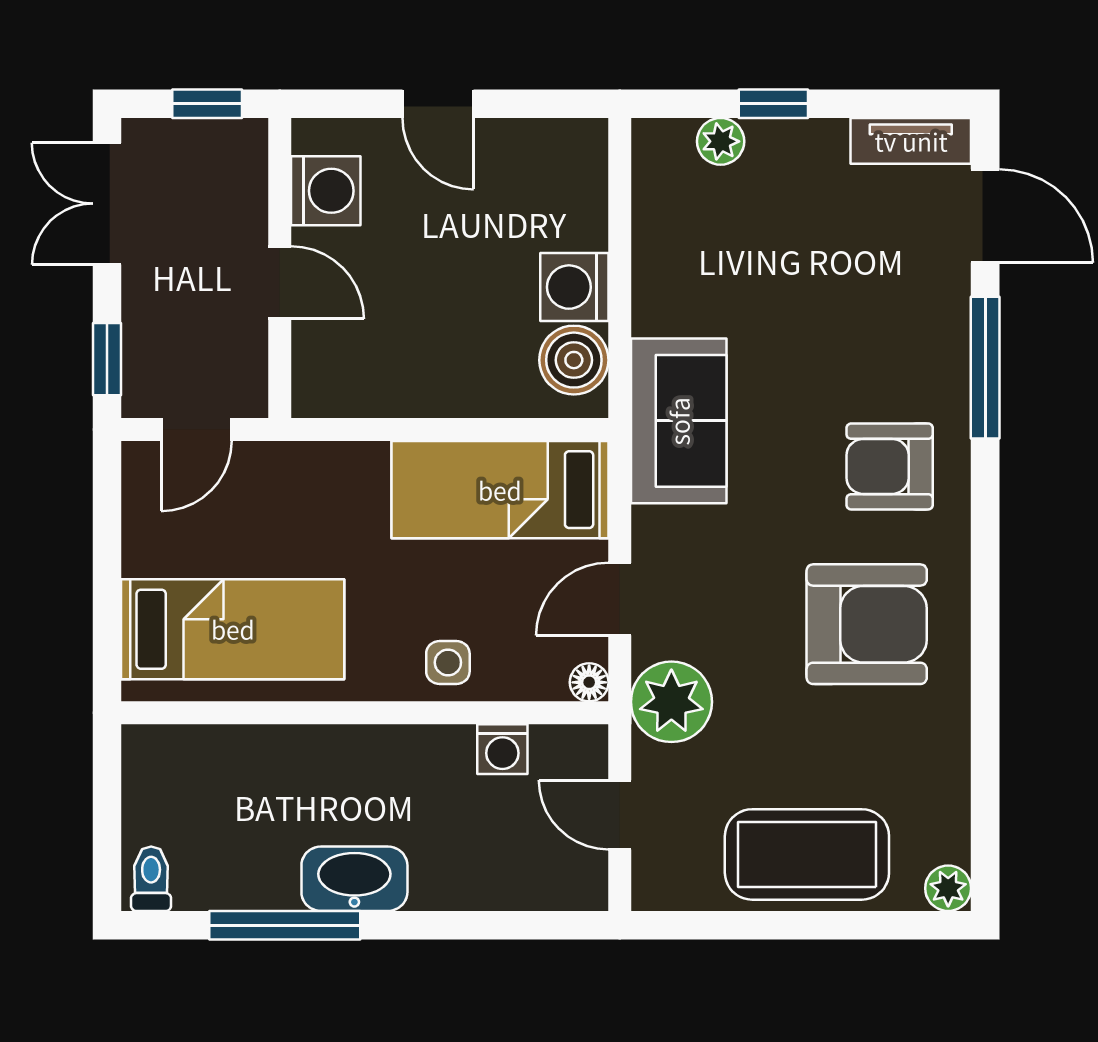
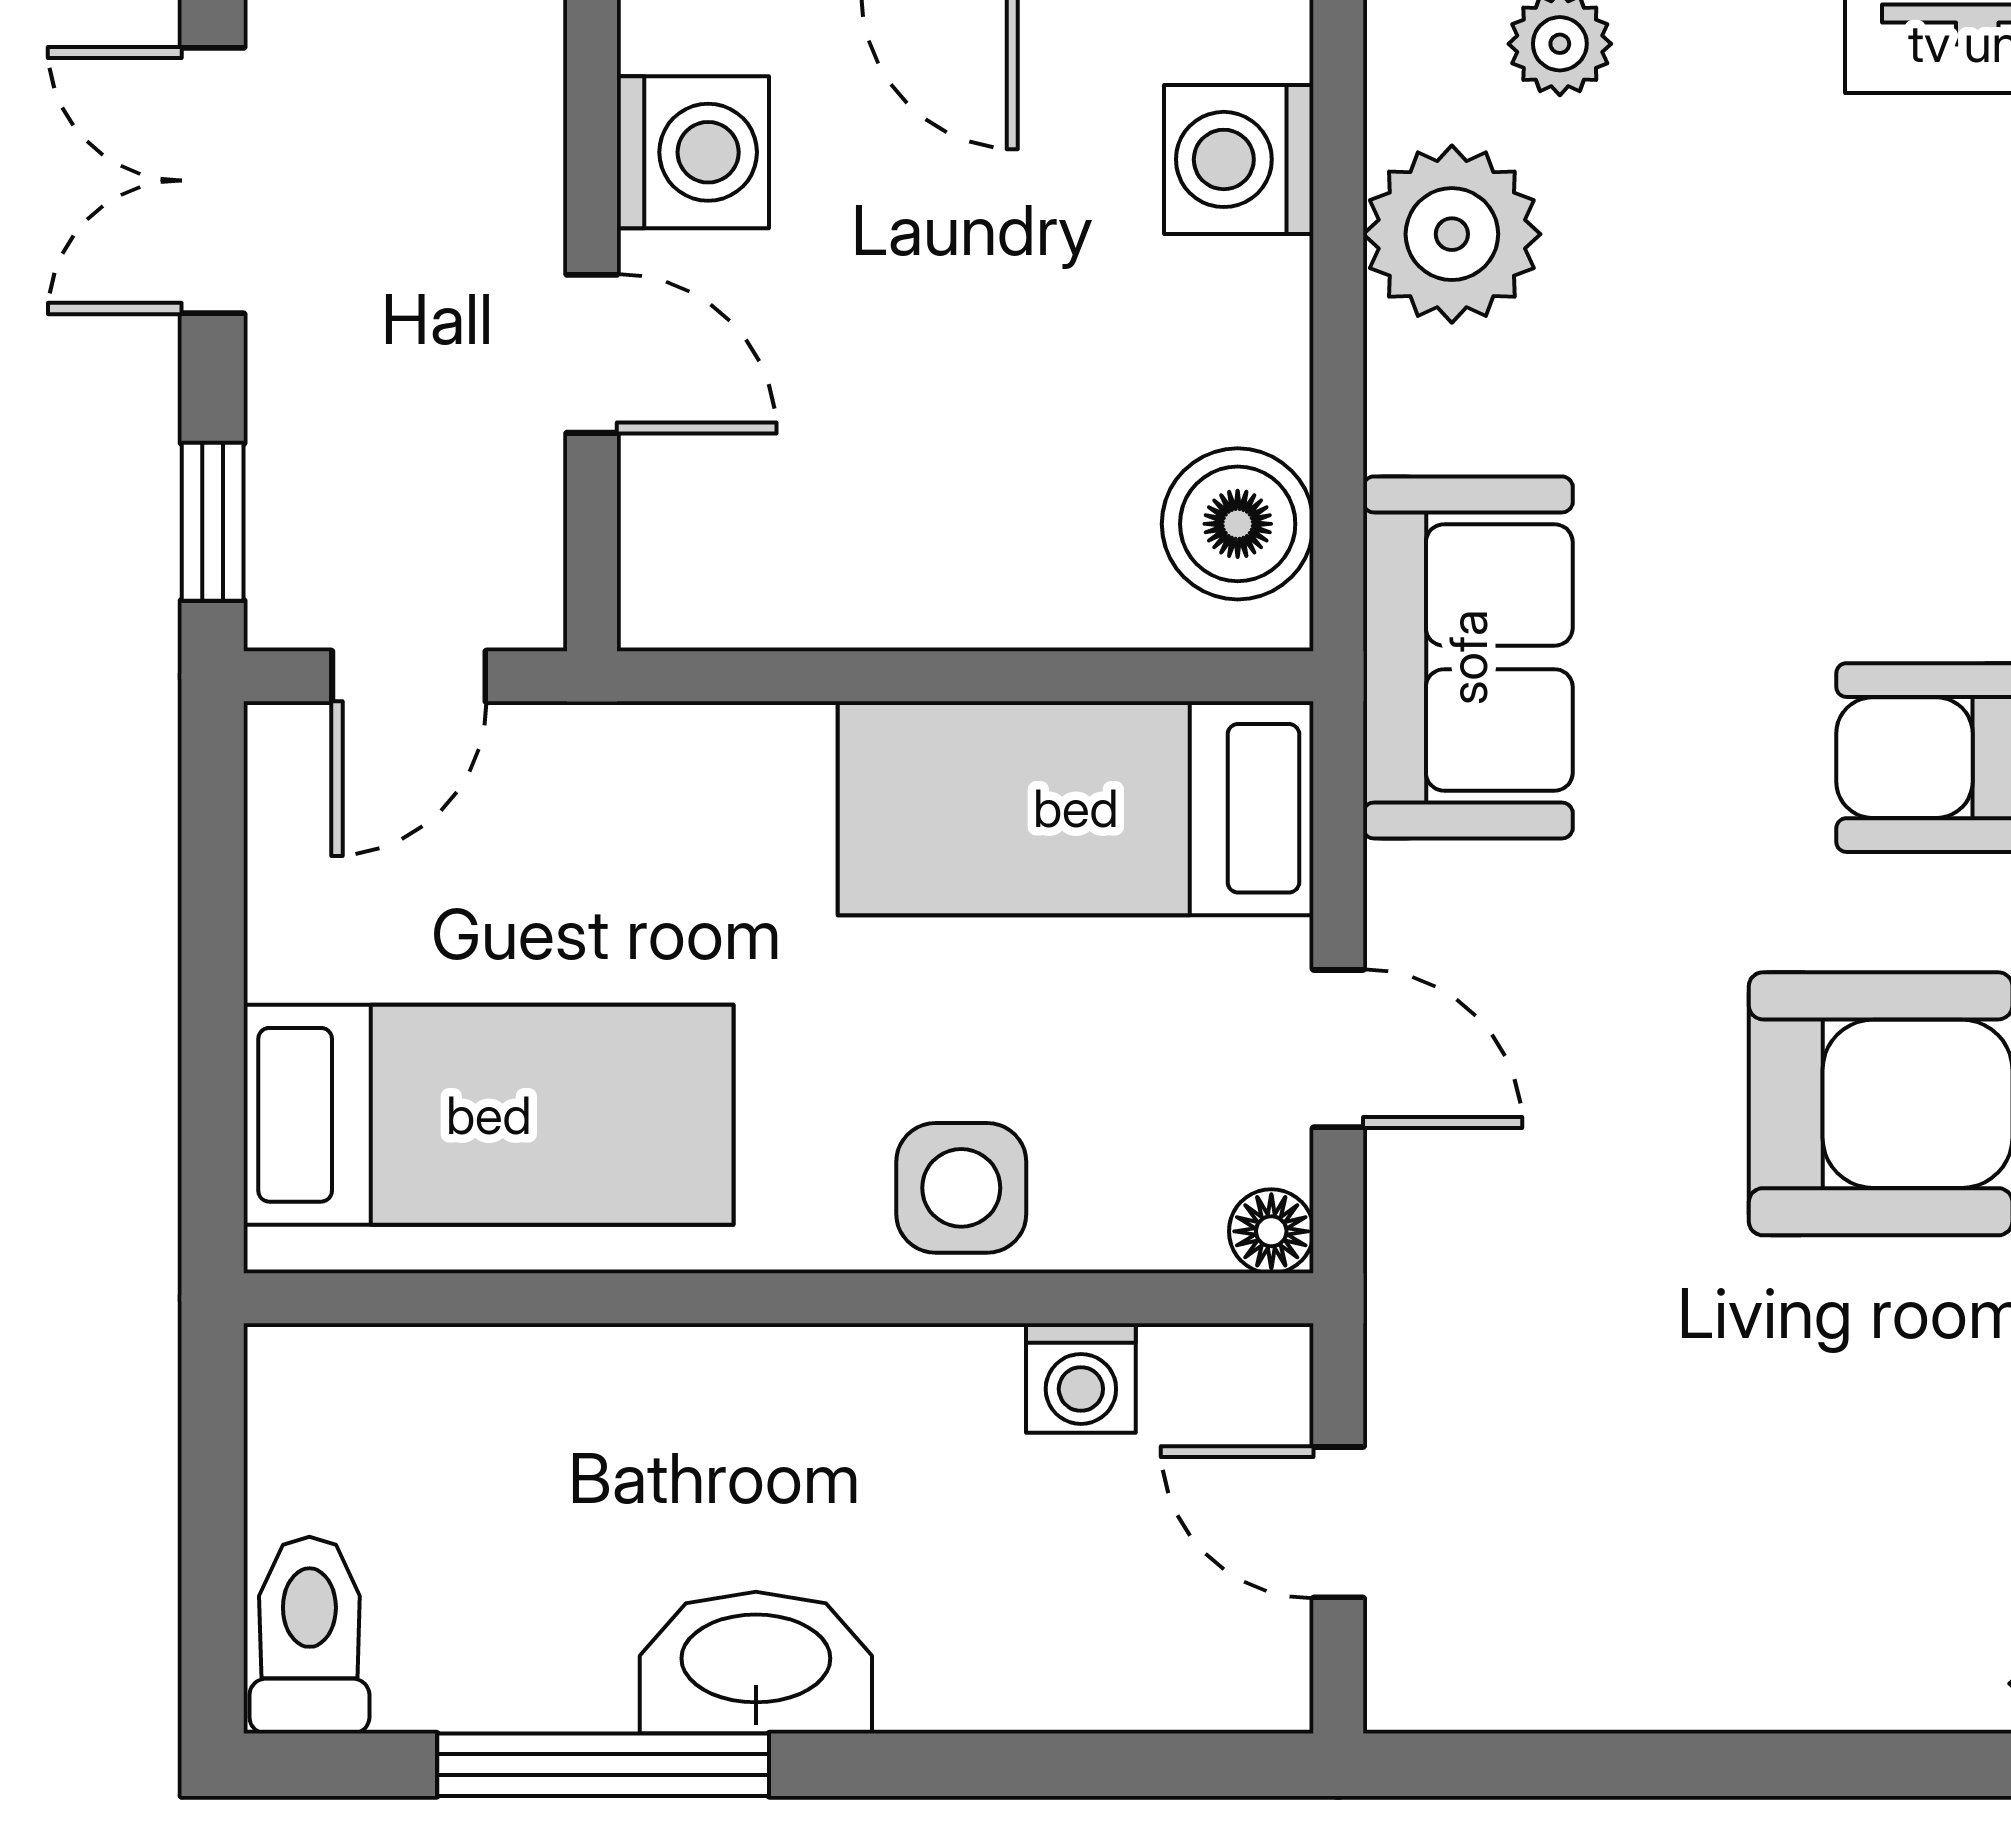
washing machine: (574, 287) -> (1239, 159), moved
door: (620, 599) -> (1338, 1049), swing flipped
side table: (448, 662) -> (961, 1188), width x1.37, depth x1.37
plant: (671, 702) -> (1452, 234), moved
coffee table: (807, 854) -> (1749, 1609), removed
toilet: (151, 879) -> (309, 1635), width x1.37, depth x1.39

